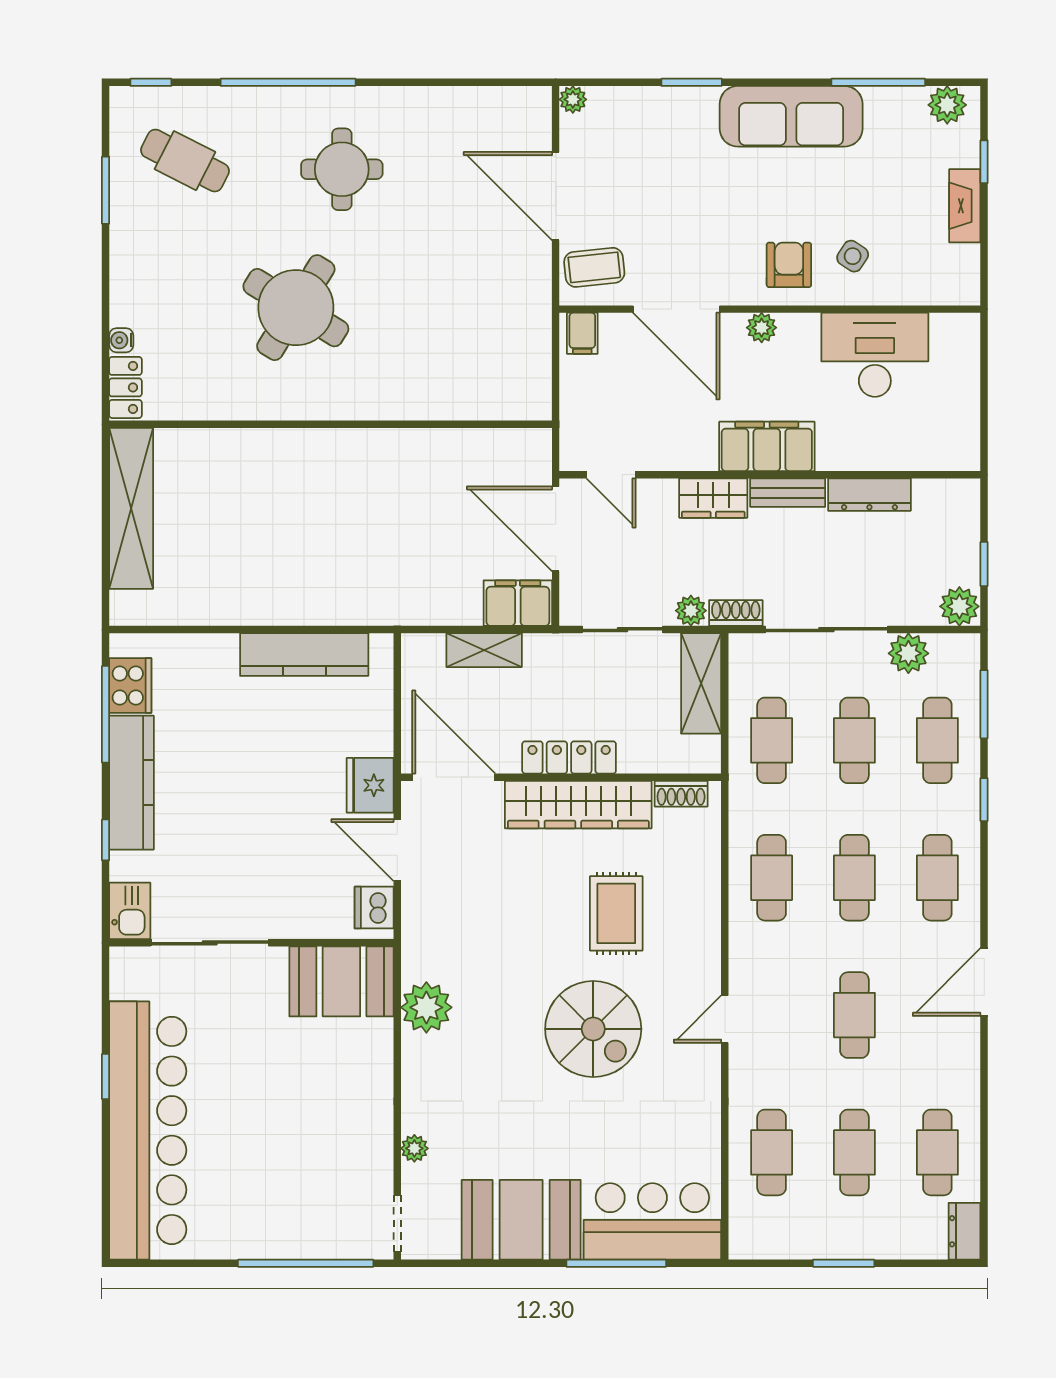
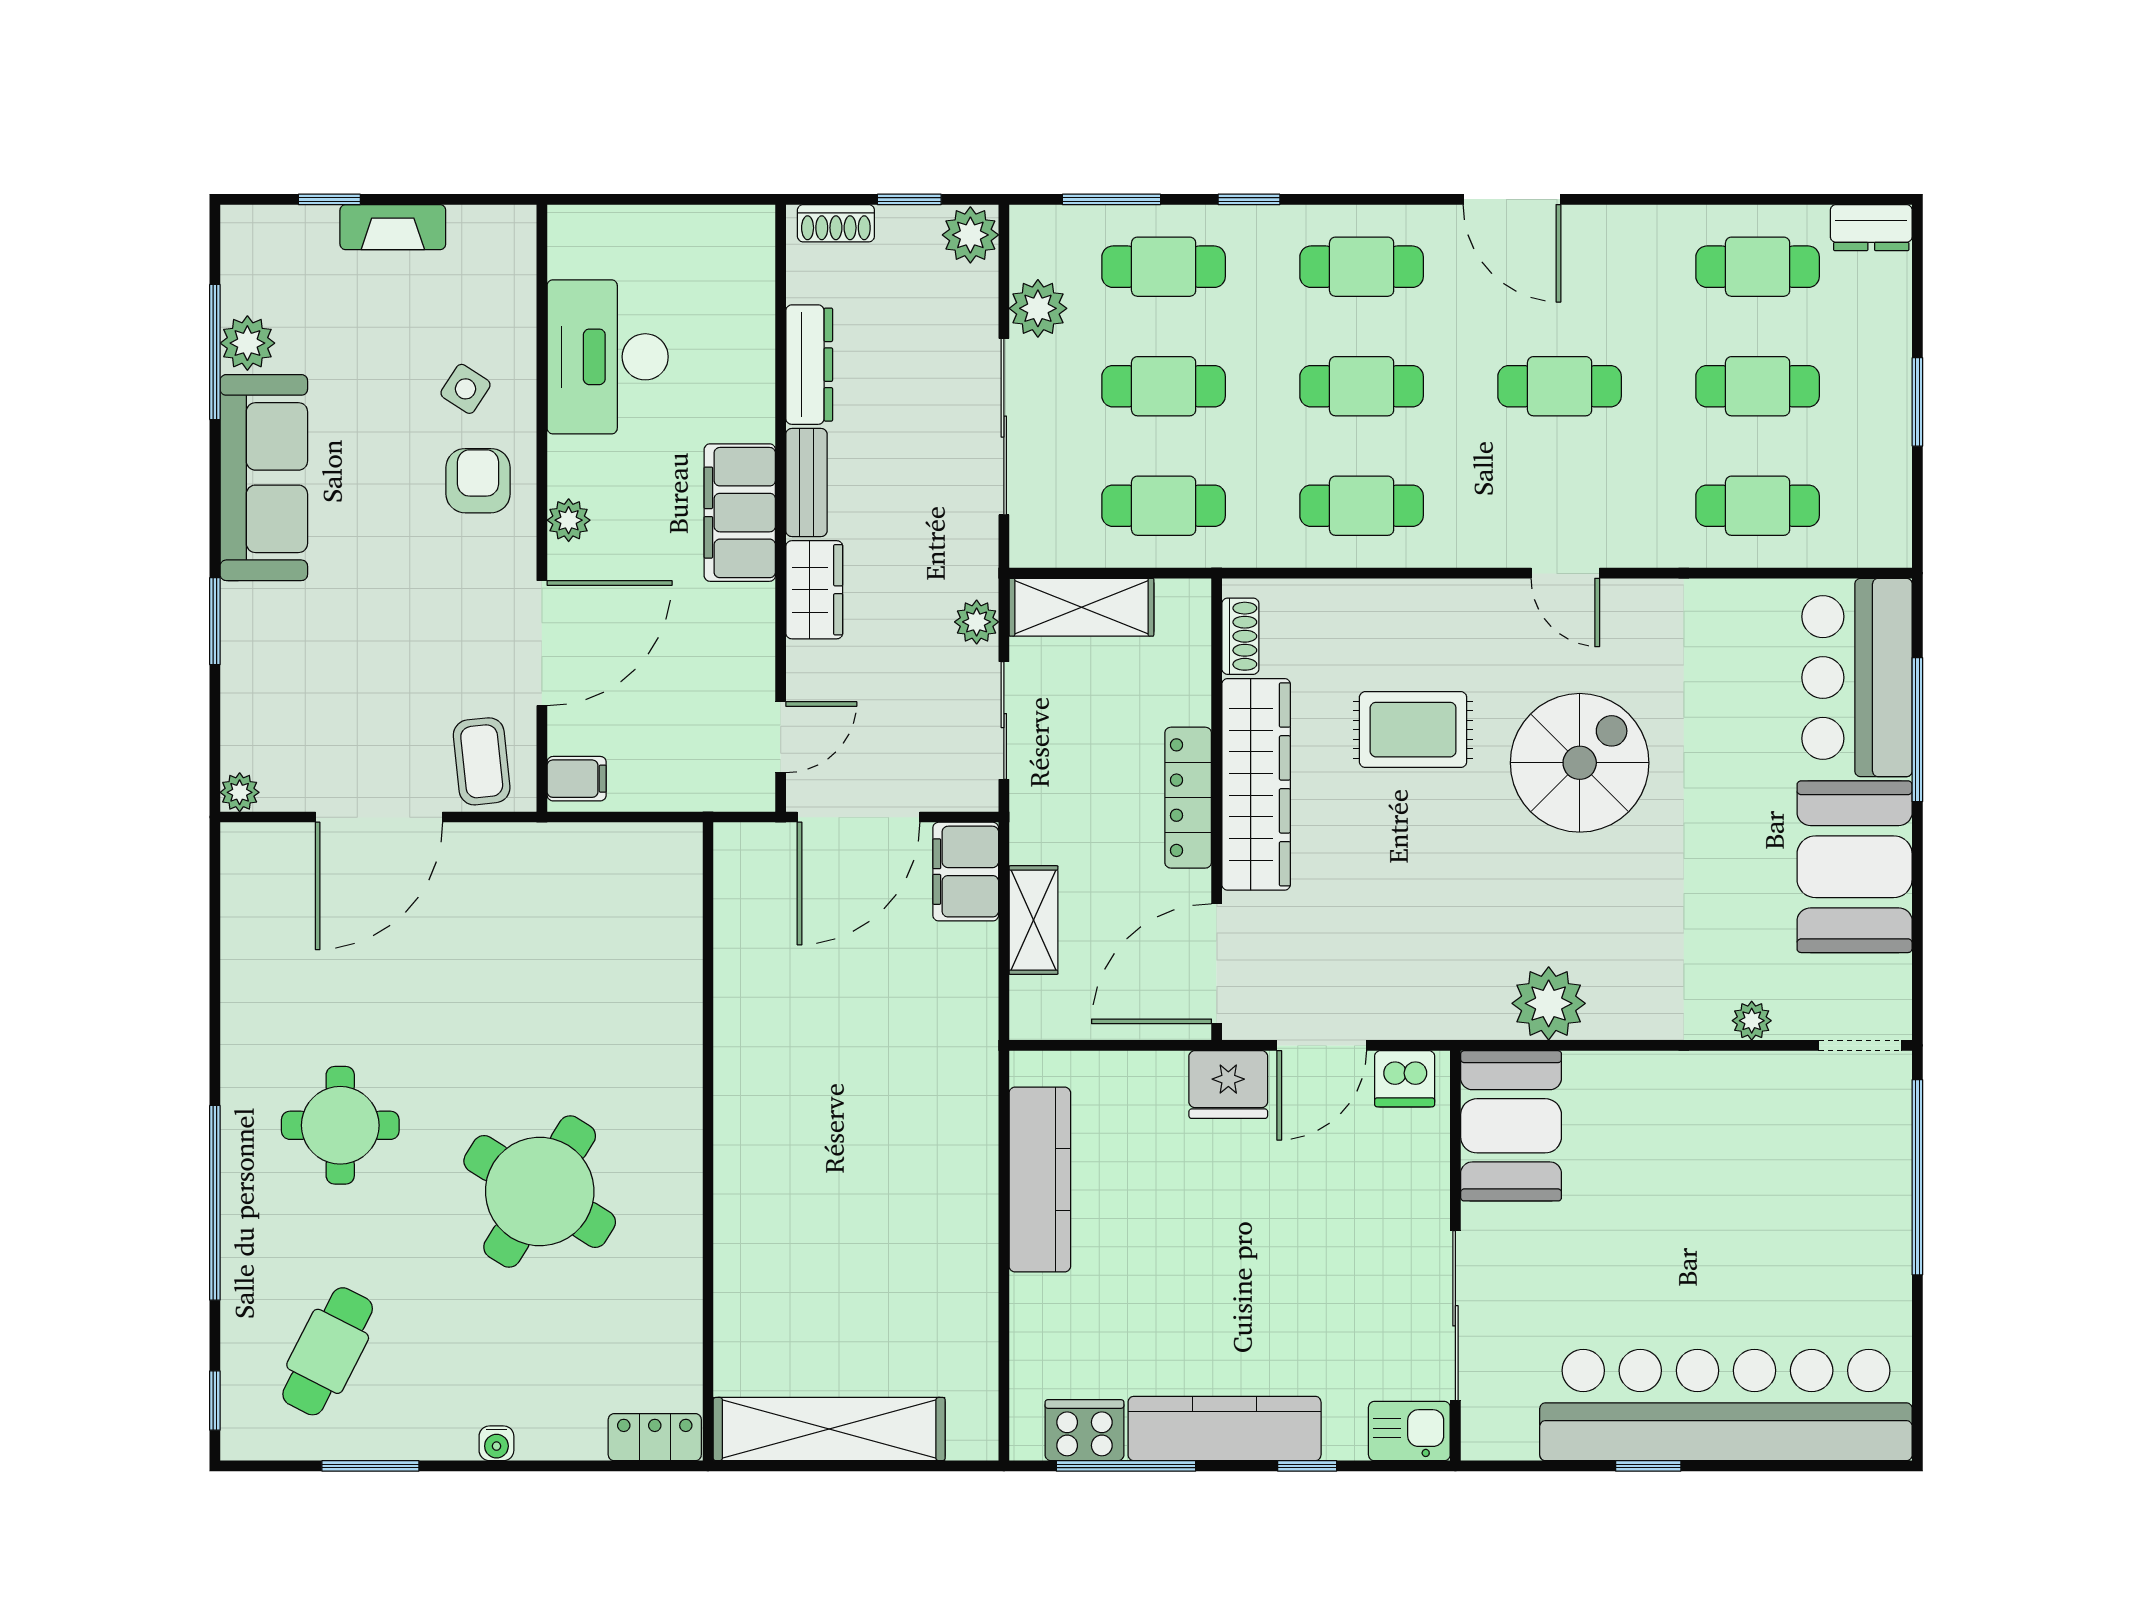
plant: (947, 105) -> (247, 343), moved
armchair: (789, 265) -> (478, 481), turned 90
water cooler: (121, 340) -> (496, 1443), moved
shoe rack: (736, 613) -> (836, 223), moved, turned -90

